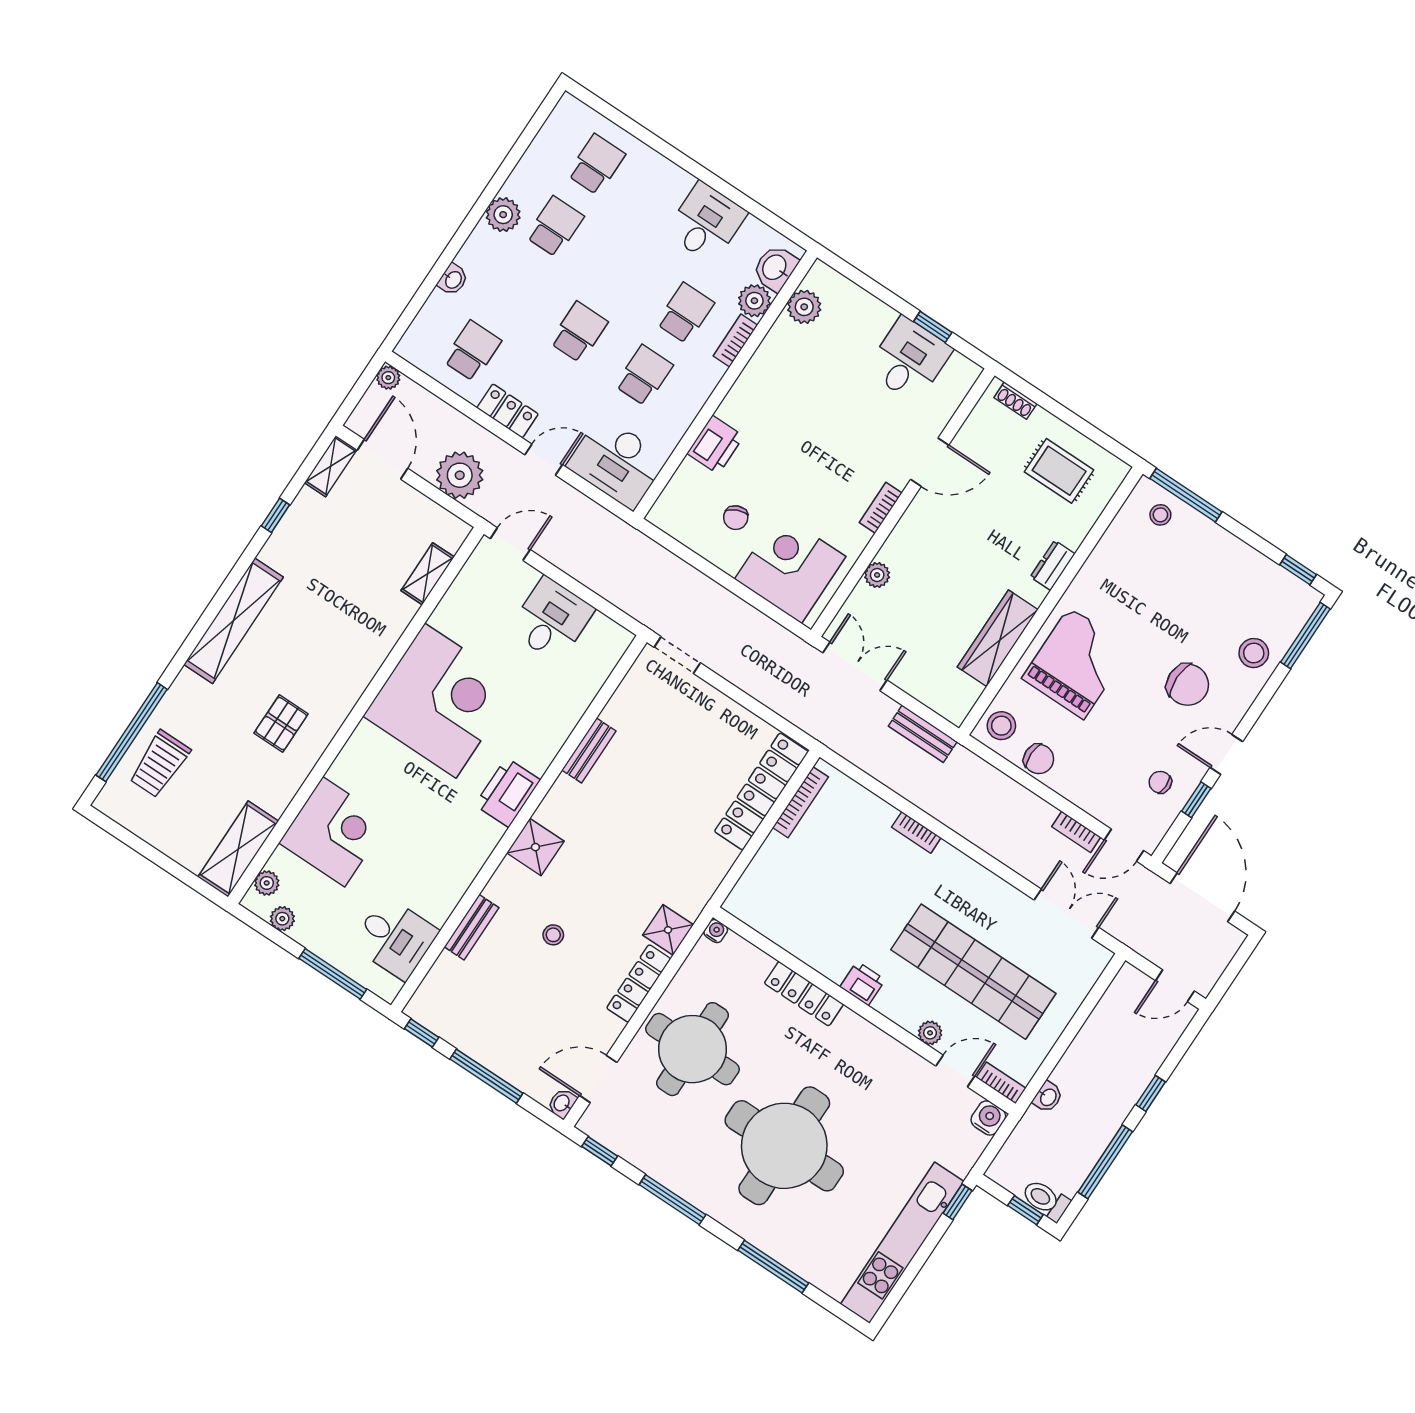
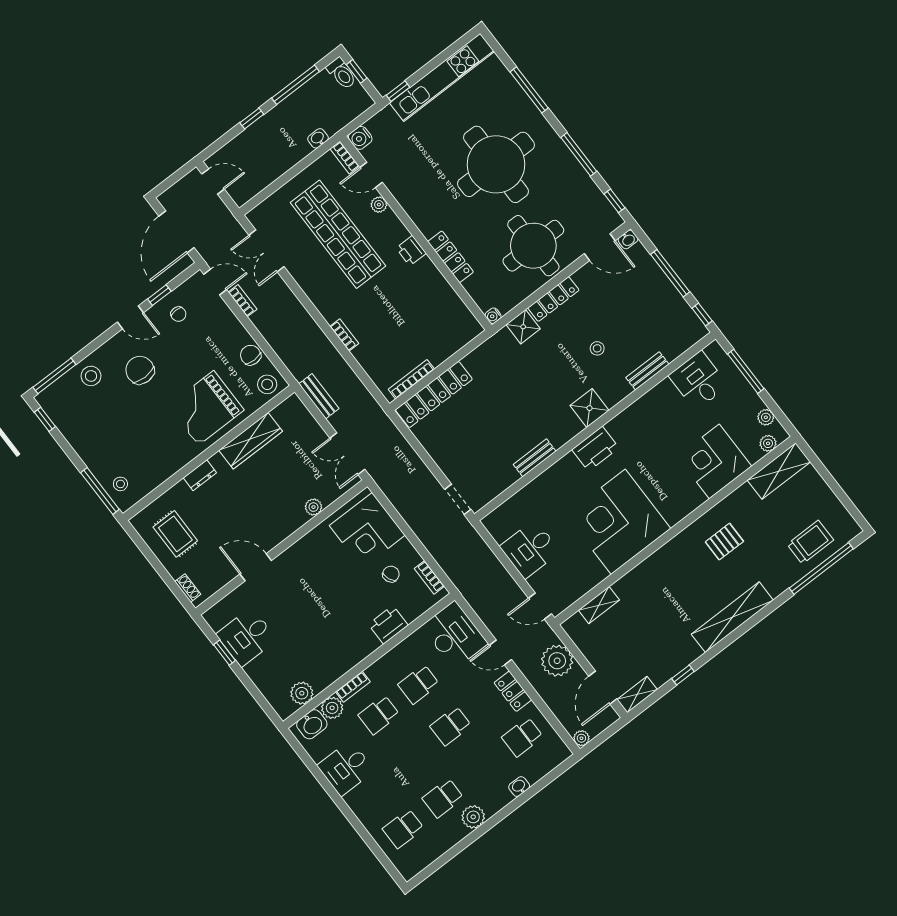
bookcase: (881, 508) -> (429, 577), moved, turned 90

